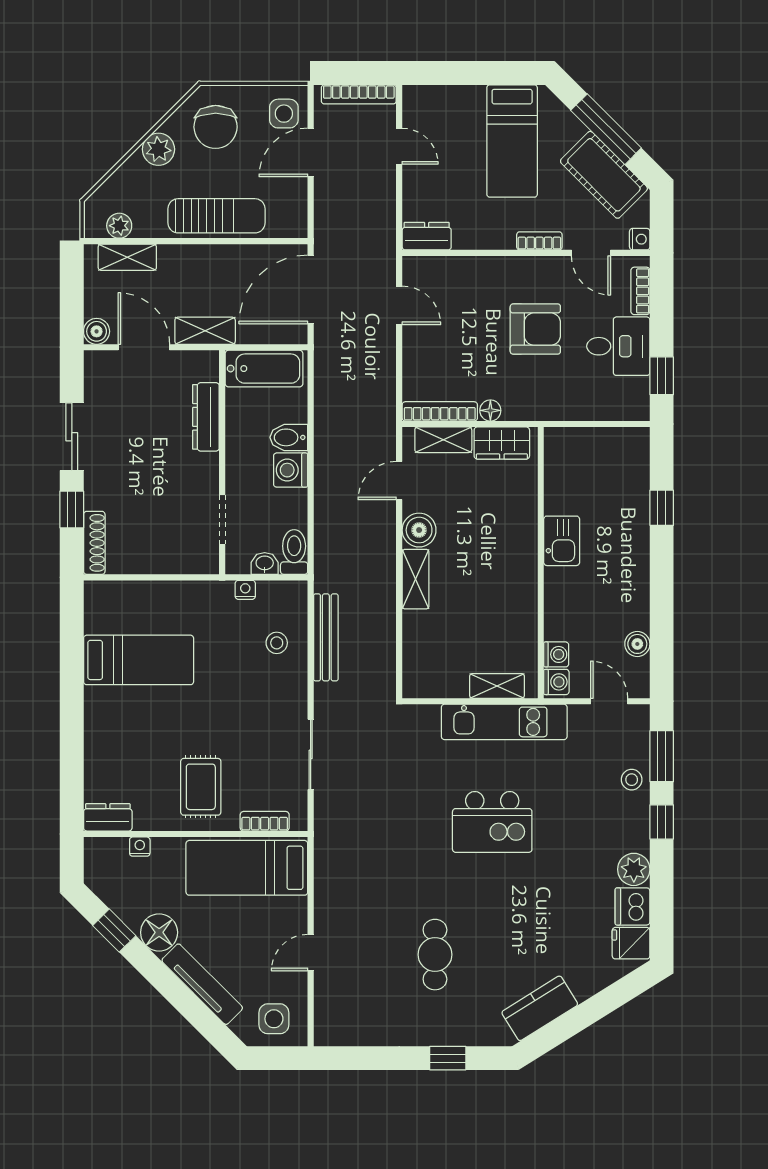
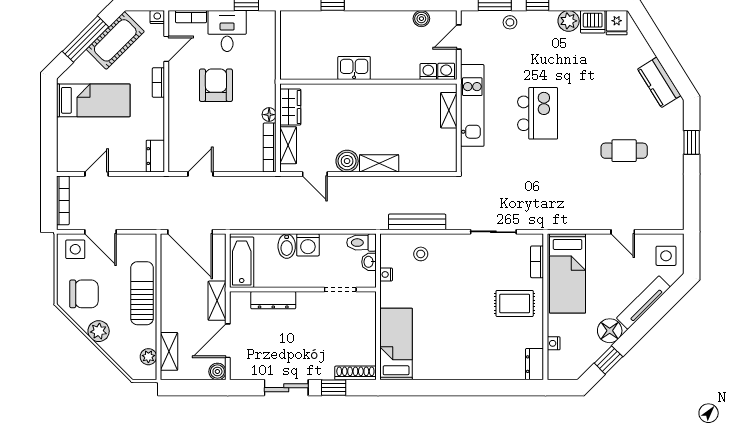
bed: (139, 660) -> (396, 344), moved

